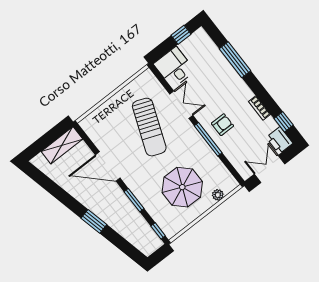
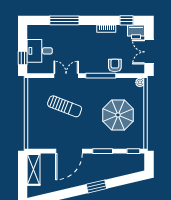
window: (181, 35) -> (23, 58), moved
desk: (174, 67) -> (40, 51), moved
armchair: (222, 125) -> (115, 65), moved
sun lounger: (149, 127) -> (65, 106), width x0.73, depth x0.75
plant: (218, 195) -> (140, 82), moved

